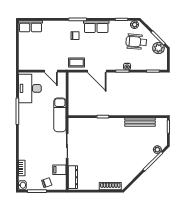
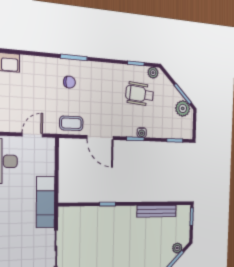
row of seats: (96, 27) -> (101, 71), removed
wheelchair: (136, 42) -> (140, 94), moved
door: (51, 71) -> (32, 135), swing flipped

